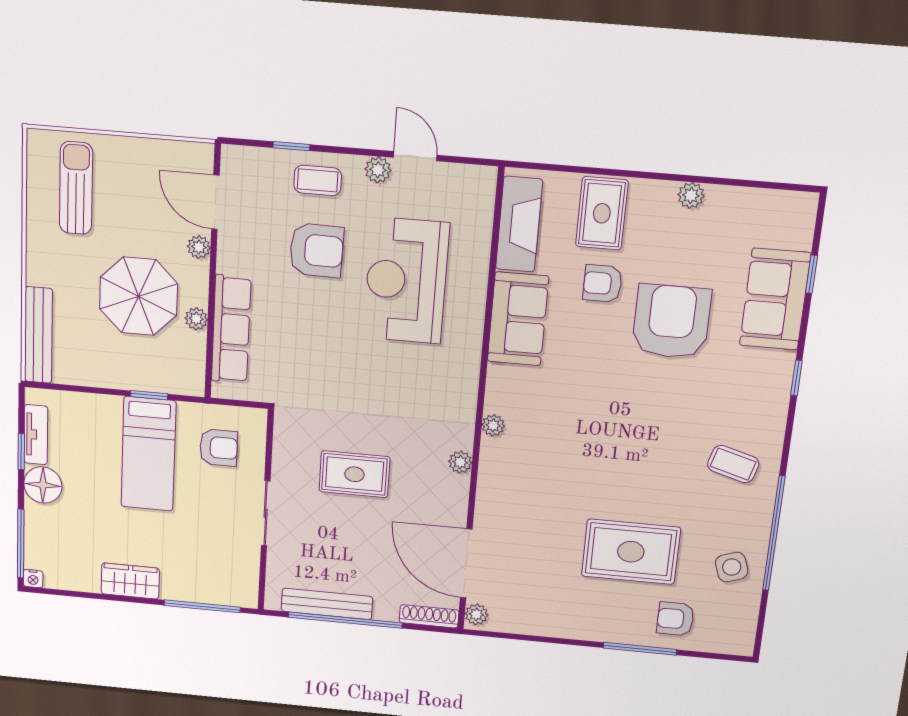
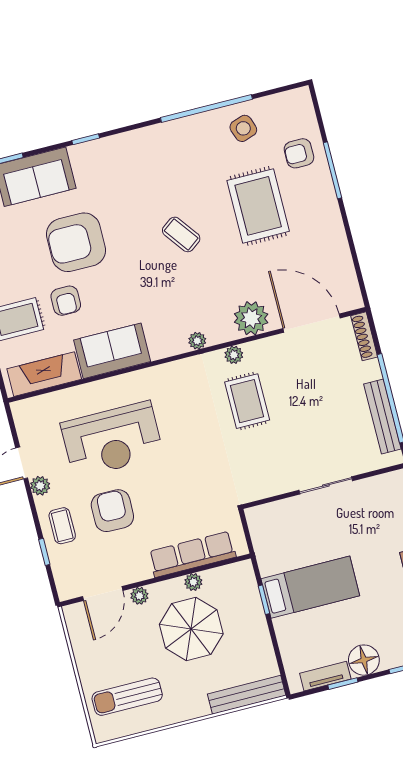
armchair: (219, 448) -> (286, 536), removed
coffee table: (733, 464) -> (181, 234), moved, turned -53
rug: (354, 474) -> (247, 401), moved
door: (466, 564) -> (312, 323), swing flipped
plant: (476, 614) -> (251, 318), moved, width x1.88, depth x1.88
armchair: (675, 619) -> (299, 153), turned 90

